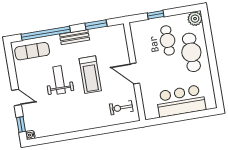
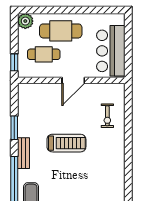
wall: (135, 72) -> (71, 80), moved
door: (135, 73) -> (73, 80), moved
weight bench: (59, 80) -> (67, 177), removed

